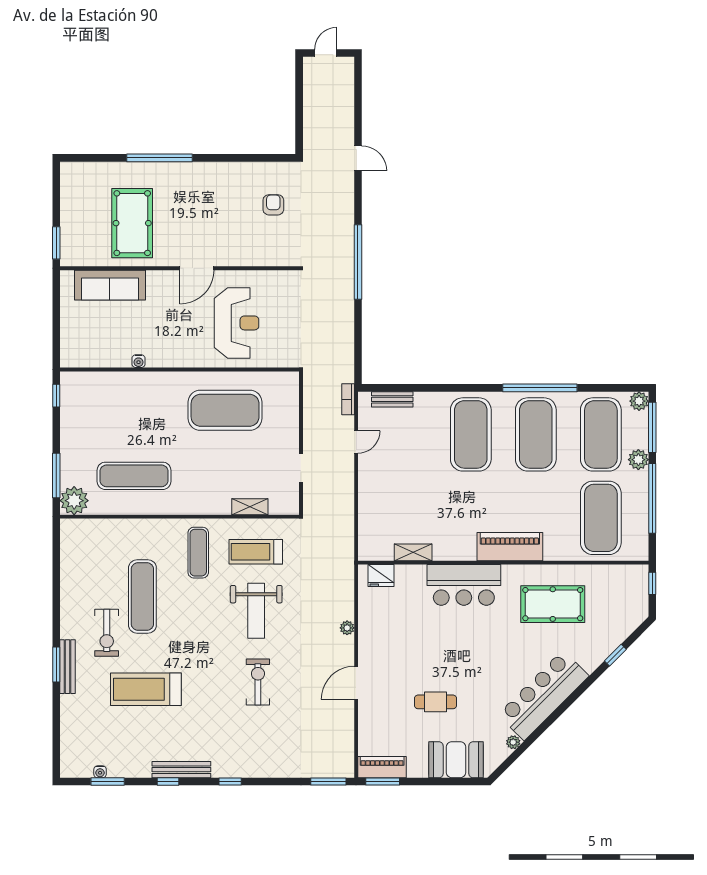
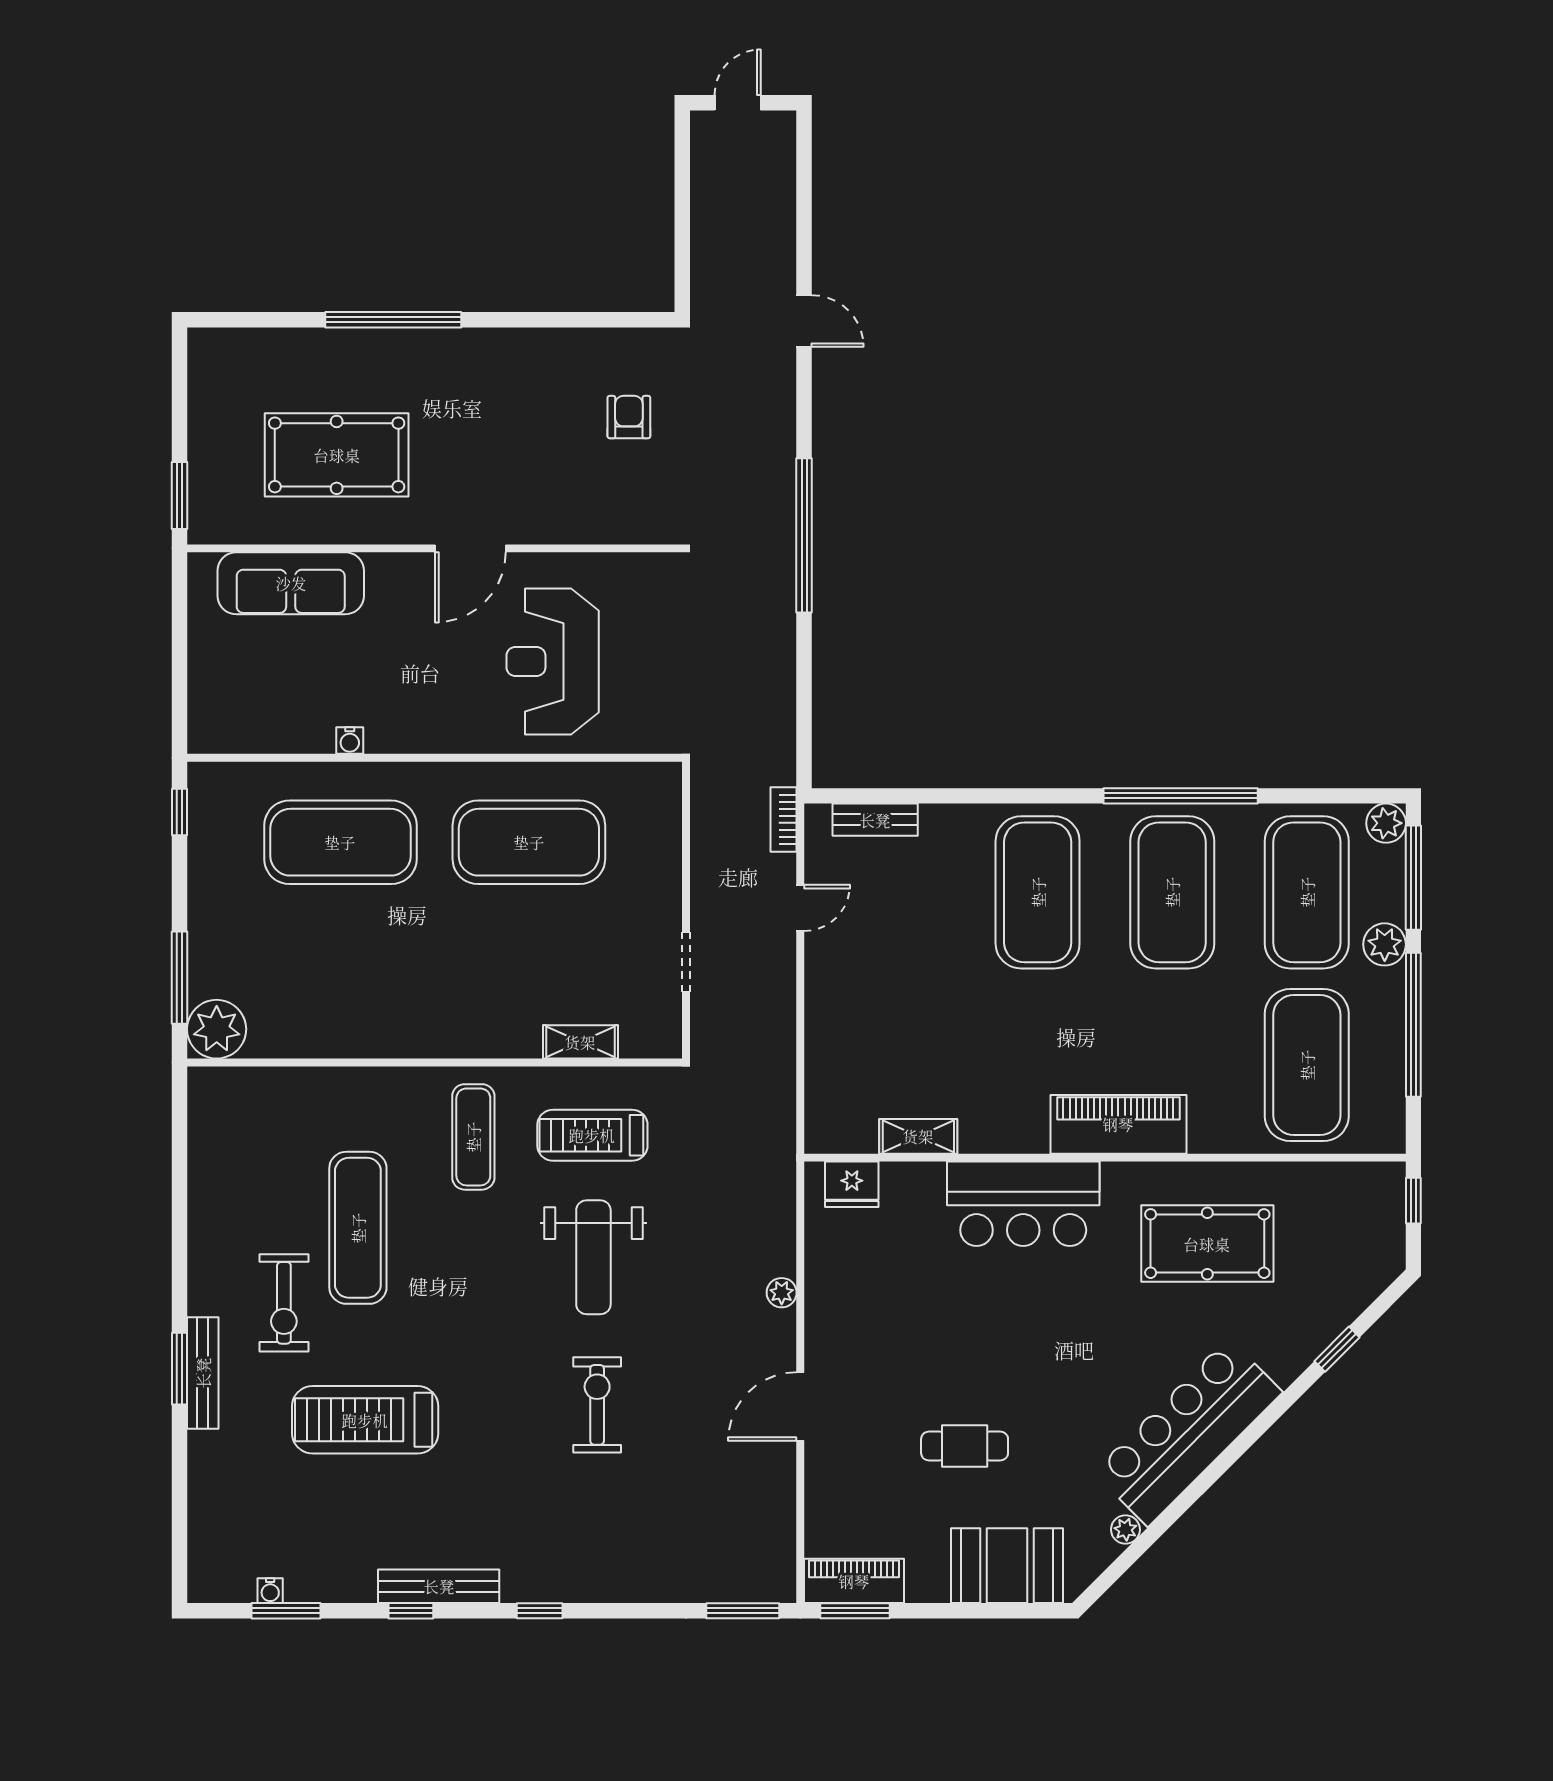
pool table: (132, 223) -> (337, 455), turned 90
reception desk: (236, 323) -> (553, 662), turned 180
exercise mat: (134, 476) -> (340, 842), moved, width x1.47

